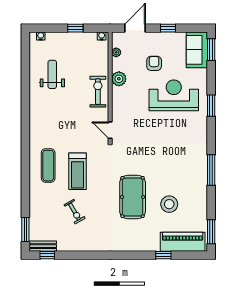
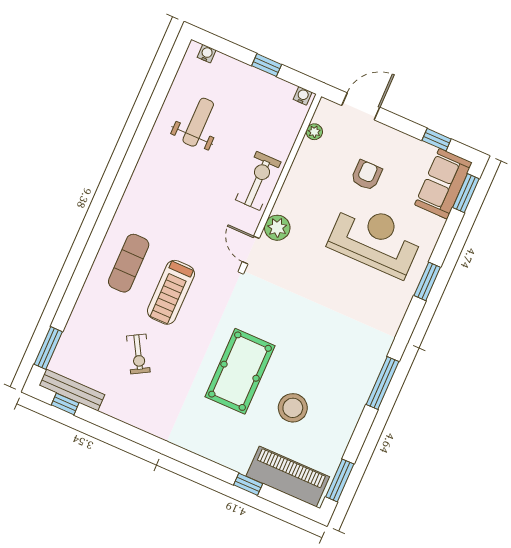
window: (168, 28) -> (437, 140), moved
plant: (119, 79) -> (277, 228), moved
bench: (43, 246) -> (72, 390), width x1.36

